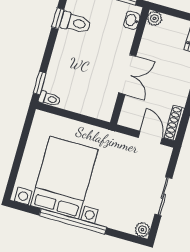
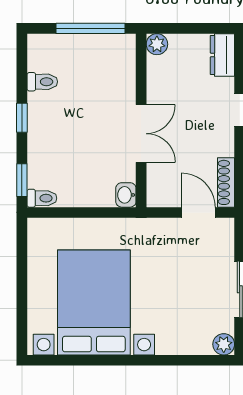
window: (58, 18) -> (22, 118), moved
washbasin: (132, 20) -> (126, 195), moved
toilet: (75, 23) -> (42, 82), width x0.73, depth x0.72
window: (73, 221) -> (123, 360), removed

